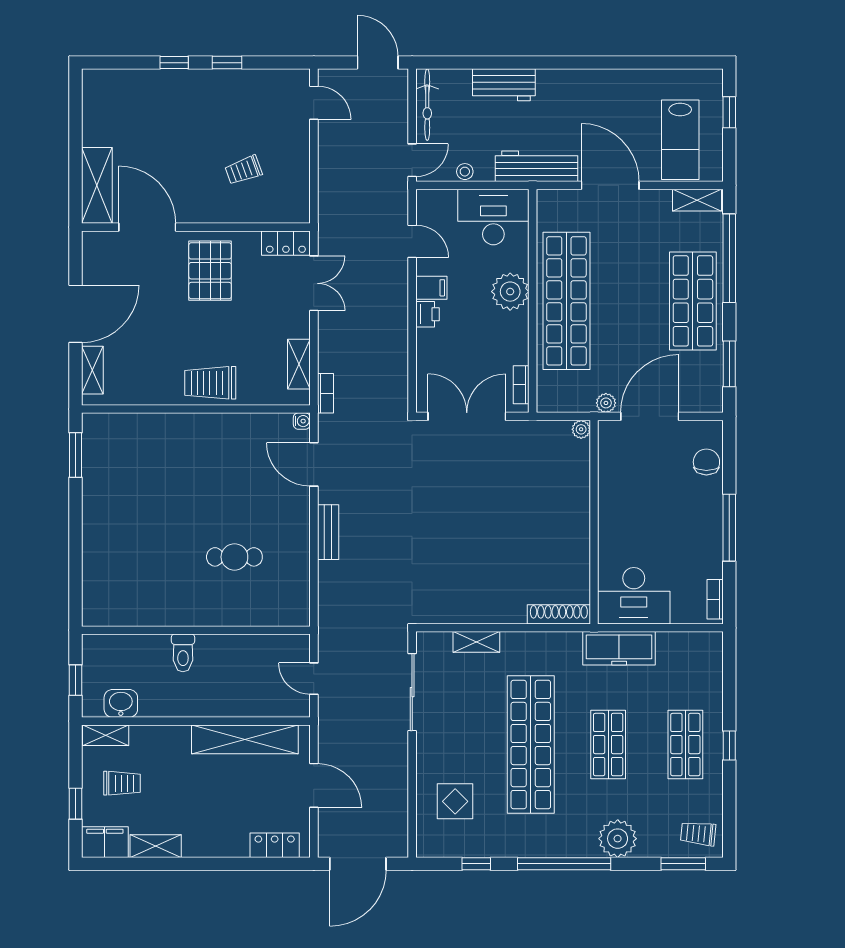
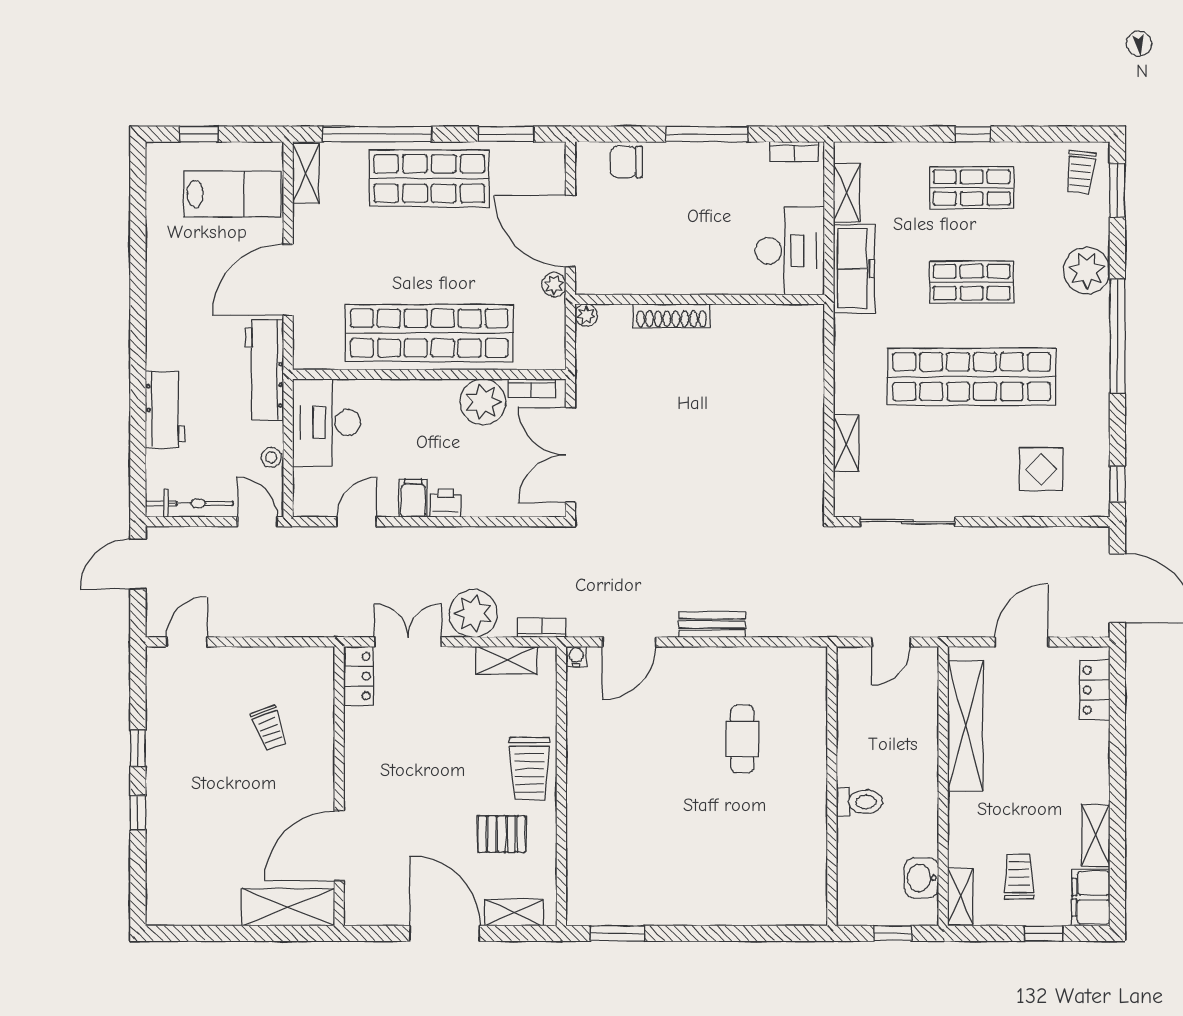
pallet: (210, 271) -> (502, 834), moved, width x0.67, depth x0.71
plant: (510, 292) -> (483, 402), moved
plant: (337, 337) -> (473, 613), added
shoe rack: (559, 614) -> (671, 316), moved, turned -90
shelving: (681, 642) -> (847, 193), added
window: (476, 864) -> (1117, 484), moved

